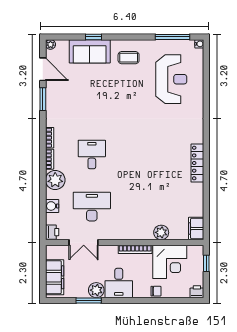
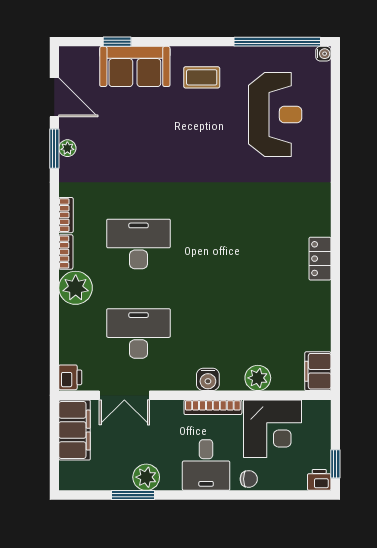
window: (93, 37) -> (117, 42), moved
window: (173, 37) -> (277, 42), width x1.46
plant: (50, 44) -> (67, 148), moved
desk: (92, 154) -> (139, 244), width x1.37
locker: (197, 163) -> (320, 259), width x0.66
water cooler: (52, 206) -> (208, 379), moved, turned -90
window: (206, 263) -> (335, 464), moved
filing cabinet: (55, 277) -> (75, 430), moved
desk: (119, 283) -> (206, 465), moved

